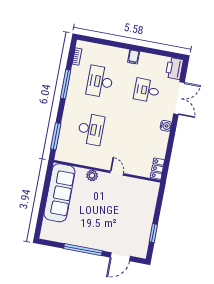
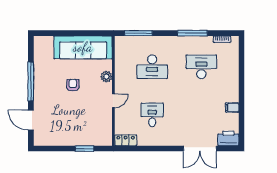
filing cabinet: (134, 57) -> (232, 108), moved
desk: (147, 90) -> (152, 115), moved
water cooler: (166, 126) -> (170, 141), removed
armchair: (94, 210) -> (73, 85), added
window: (153, 233) -> (85, 149), moved

